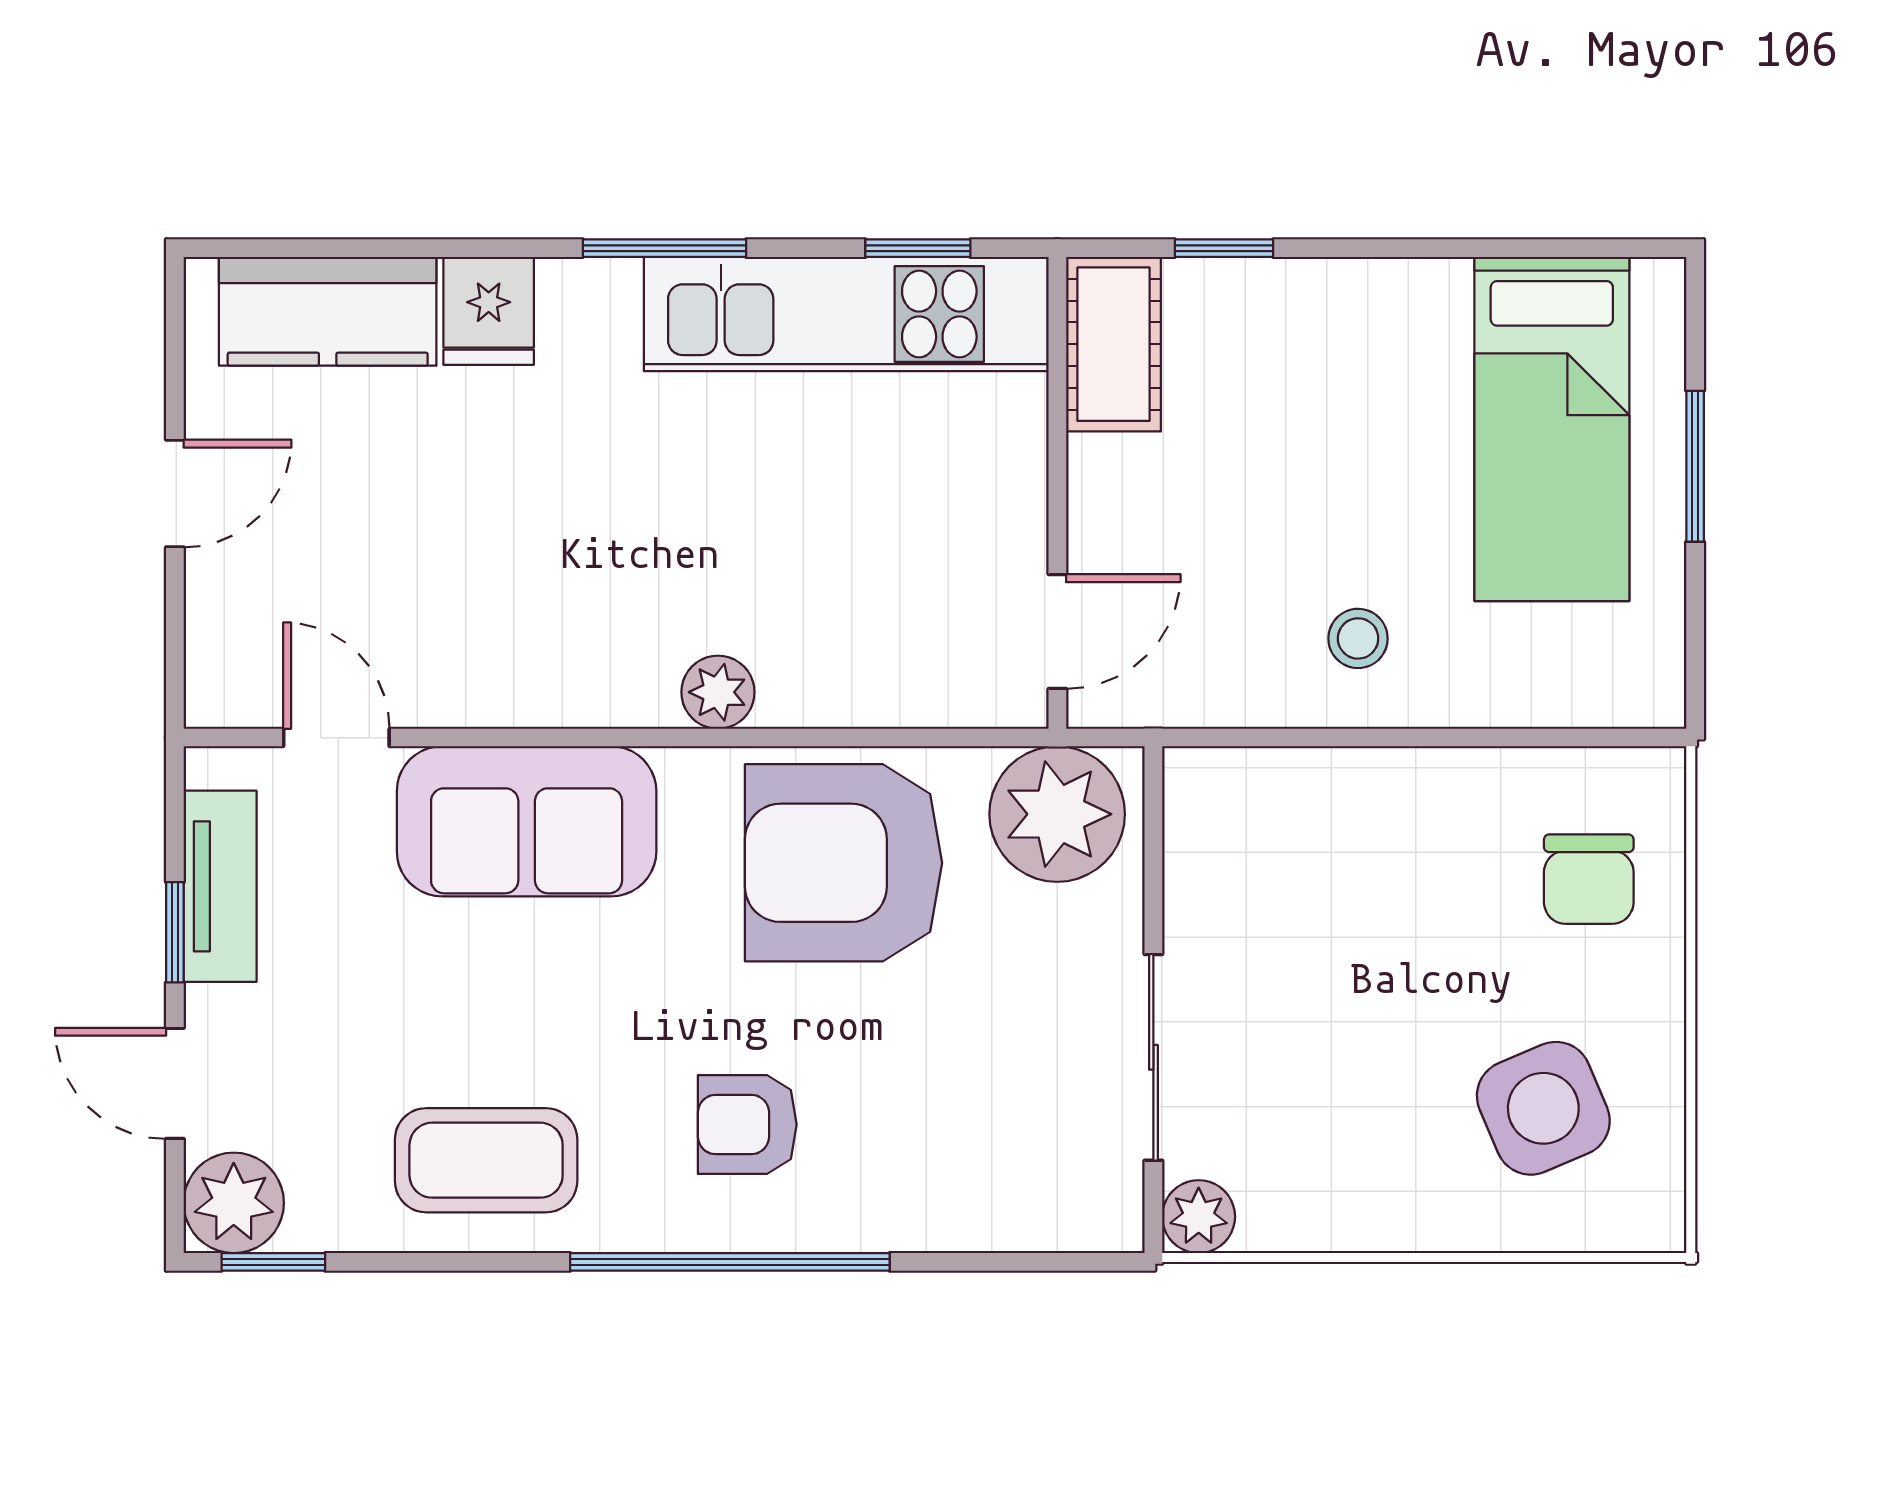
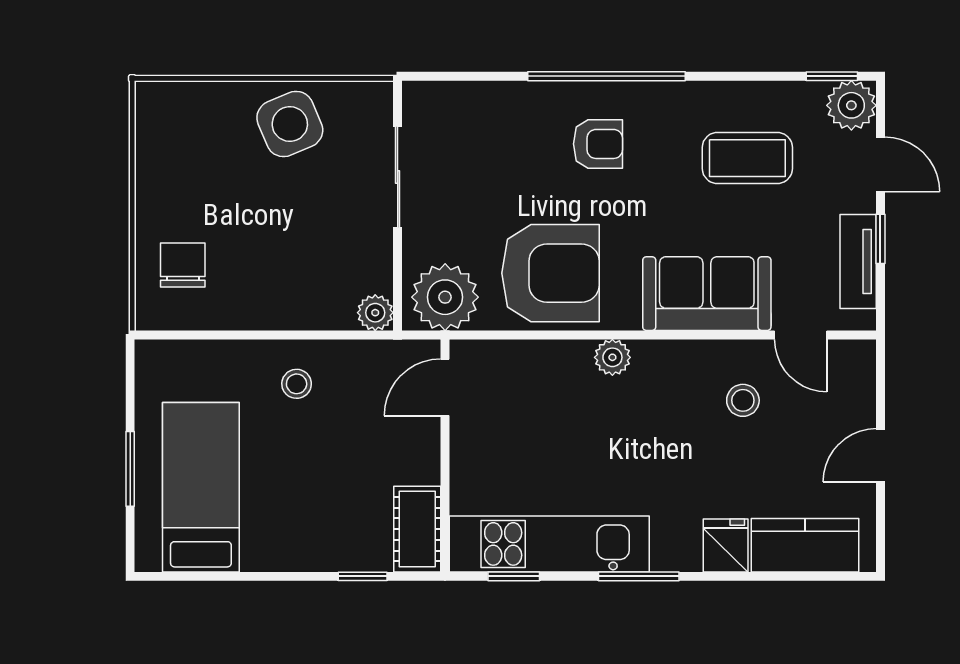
stool: (454, 605) -> (743, 400), added
side table: (1543, 1108) -> (290, 124), moved
coffee table: (486, 1160) -> (747, 158), moved
plant: (1199, 1217) -> (375, 313), moved

